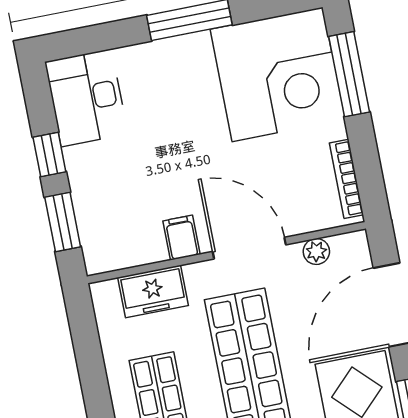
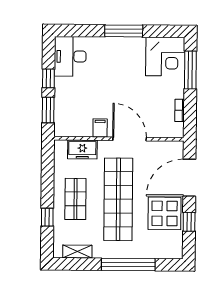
corner desk: (277, 74) -> (165, 57), width x0.74, depth x0.74
bookcase: (346, 179) -> (180, 110), width x0.64
plant: (316, 252) -> (159, 147), removed

